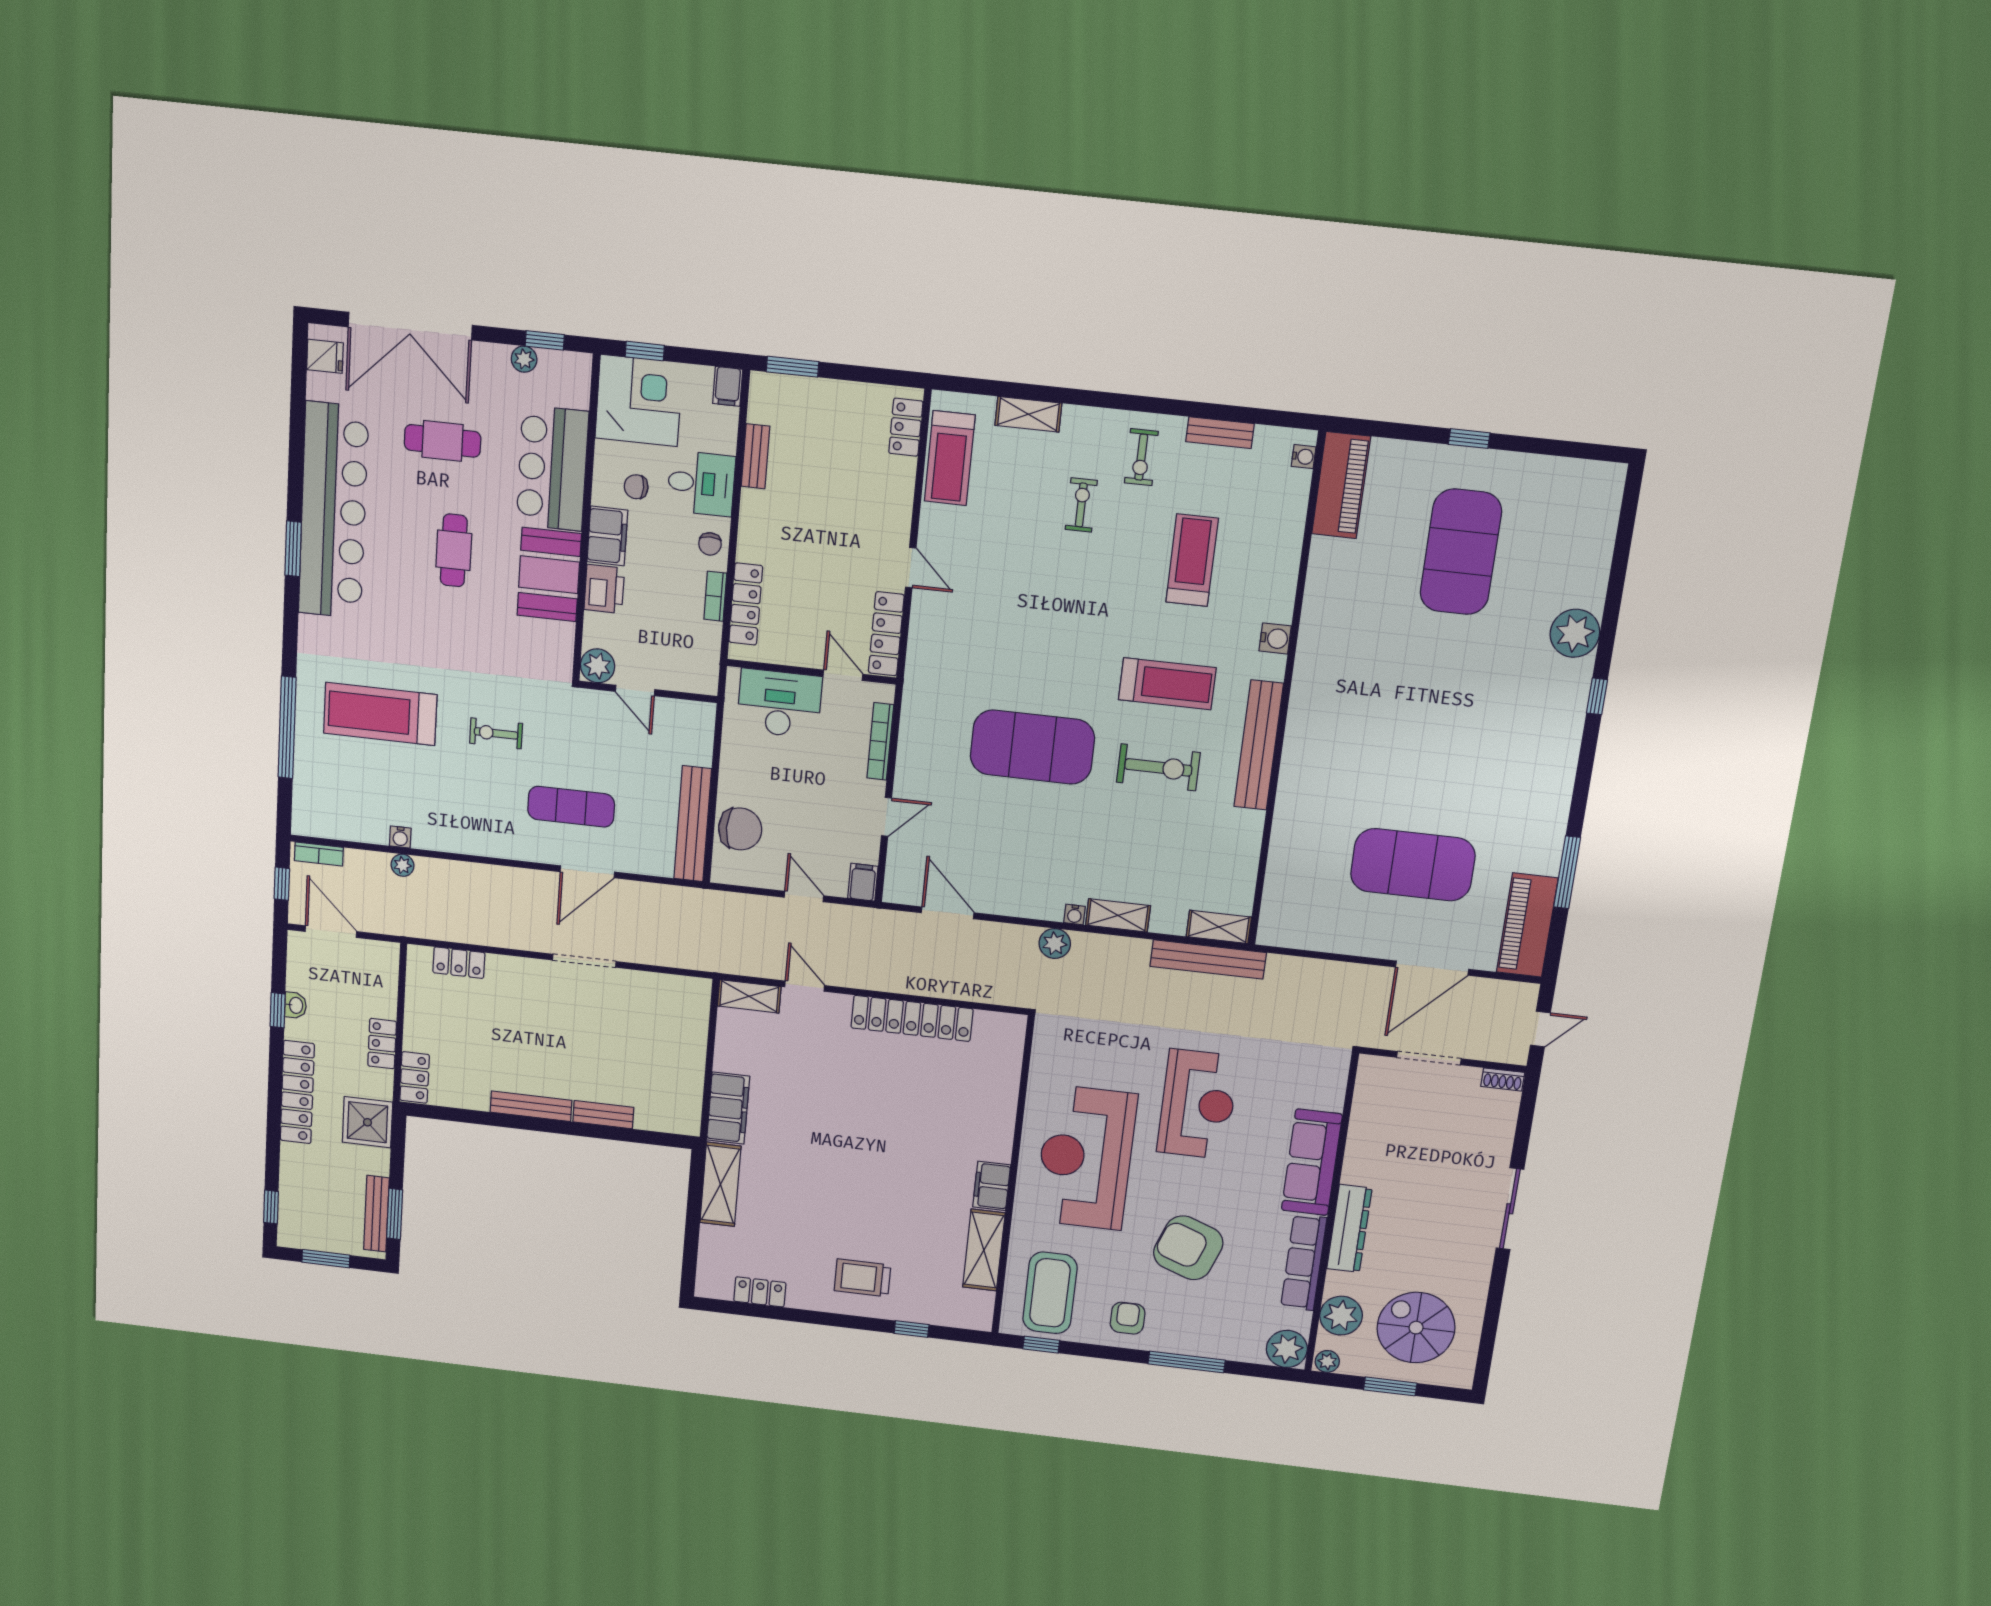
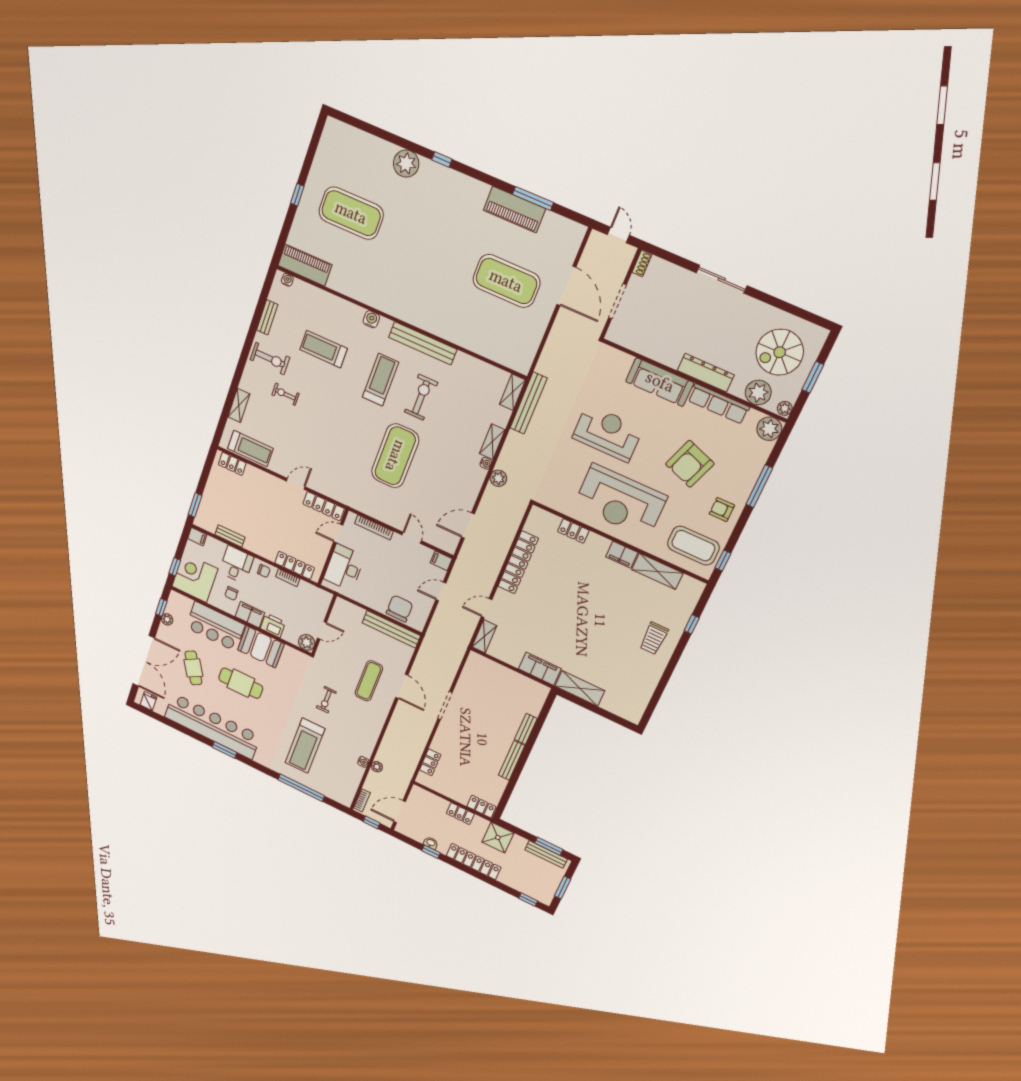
cafe table: (443, 441) -> (193, 668), turned -30
exercise bike: (1141, 457) -> (270, 359), width x1.38, depth x1.39
cafe table: (454, 550) -> (241, 683), width x1.37, depth x1.35
exercise mat: (1413, 865) -> (506, 281), turned 90
piano: (1527, 925) -> (514, 209), moved
locker: (760, 1292) -> (573, 531), moved, turned -90

